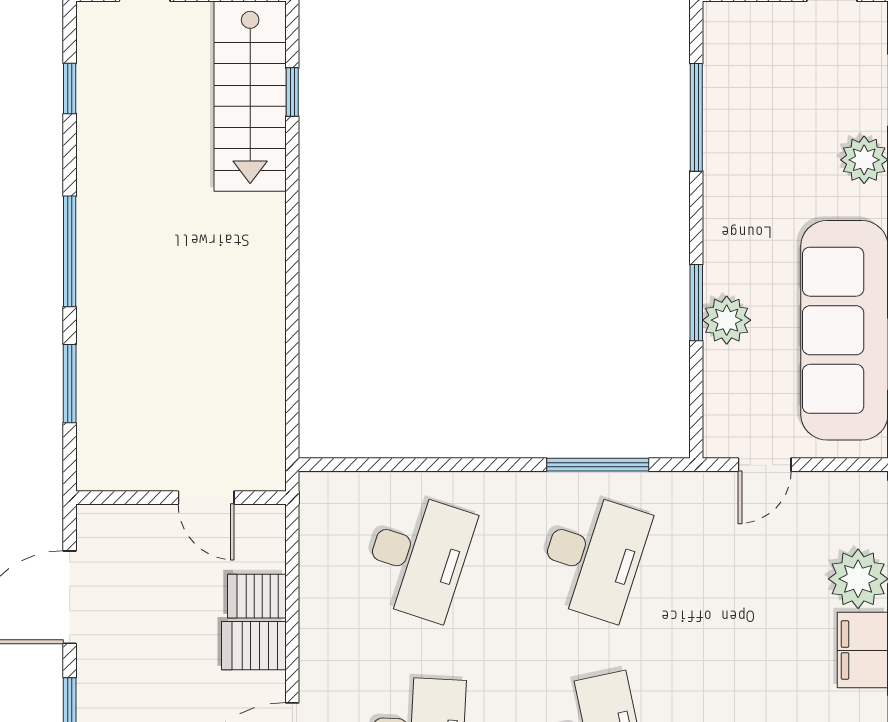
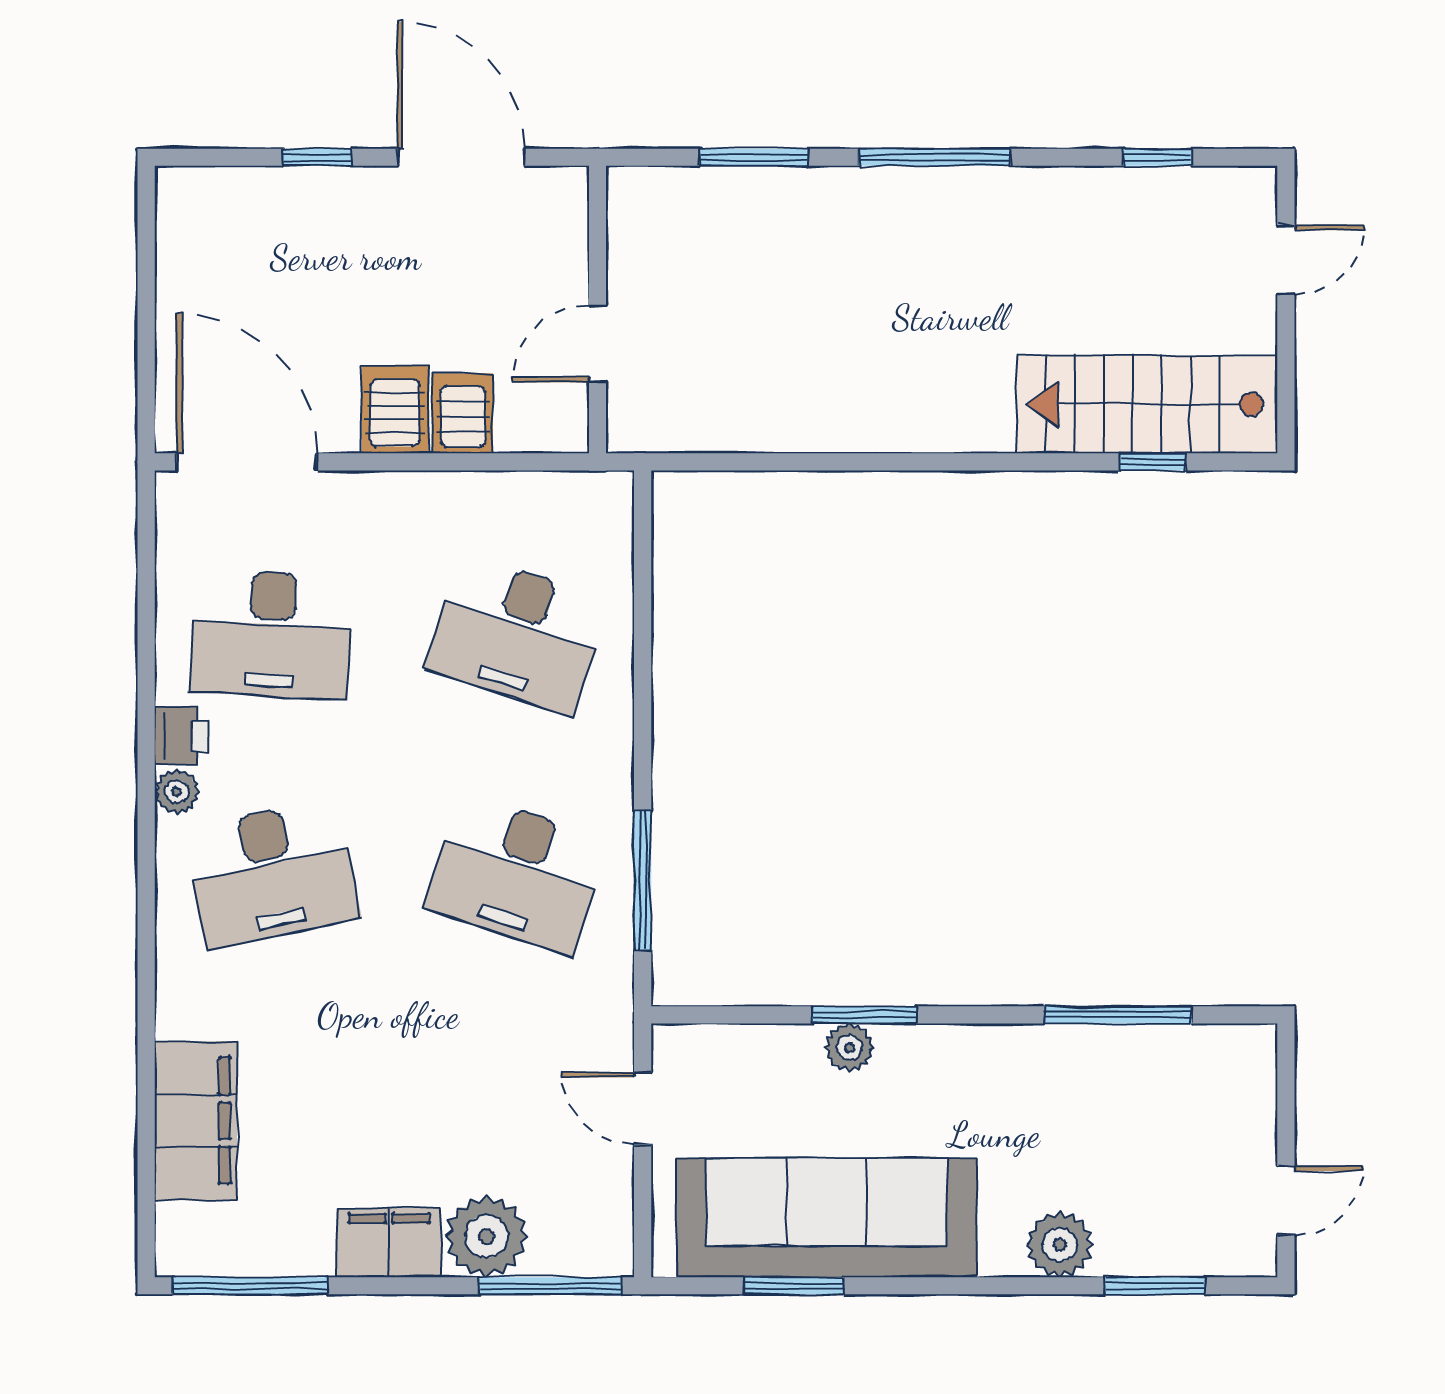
plant: (727, 320) -> (849, 1047), width x0.73, depth x0.73

